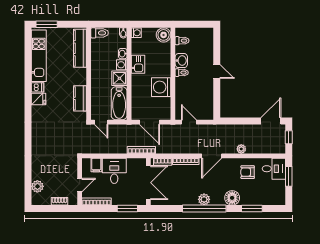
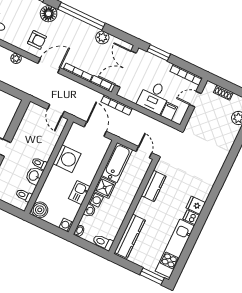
armchair: (248, 172) -> (37, 40), moved
plant: (204, 199) -> (102, 37), moved

